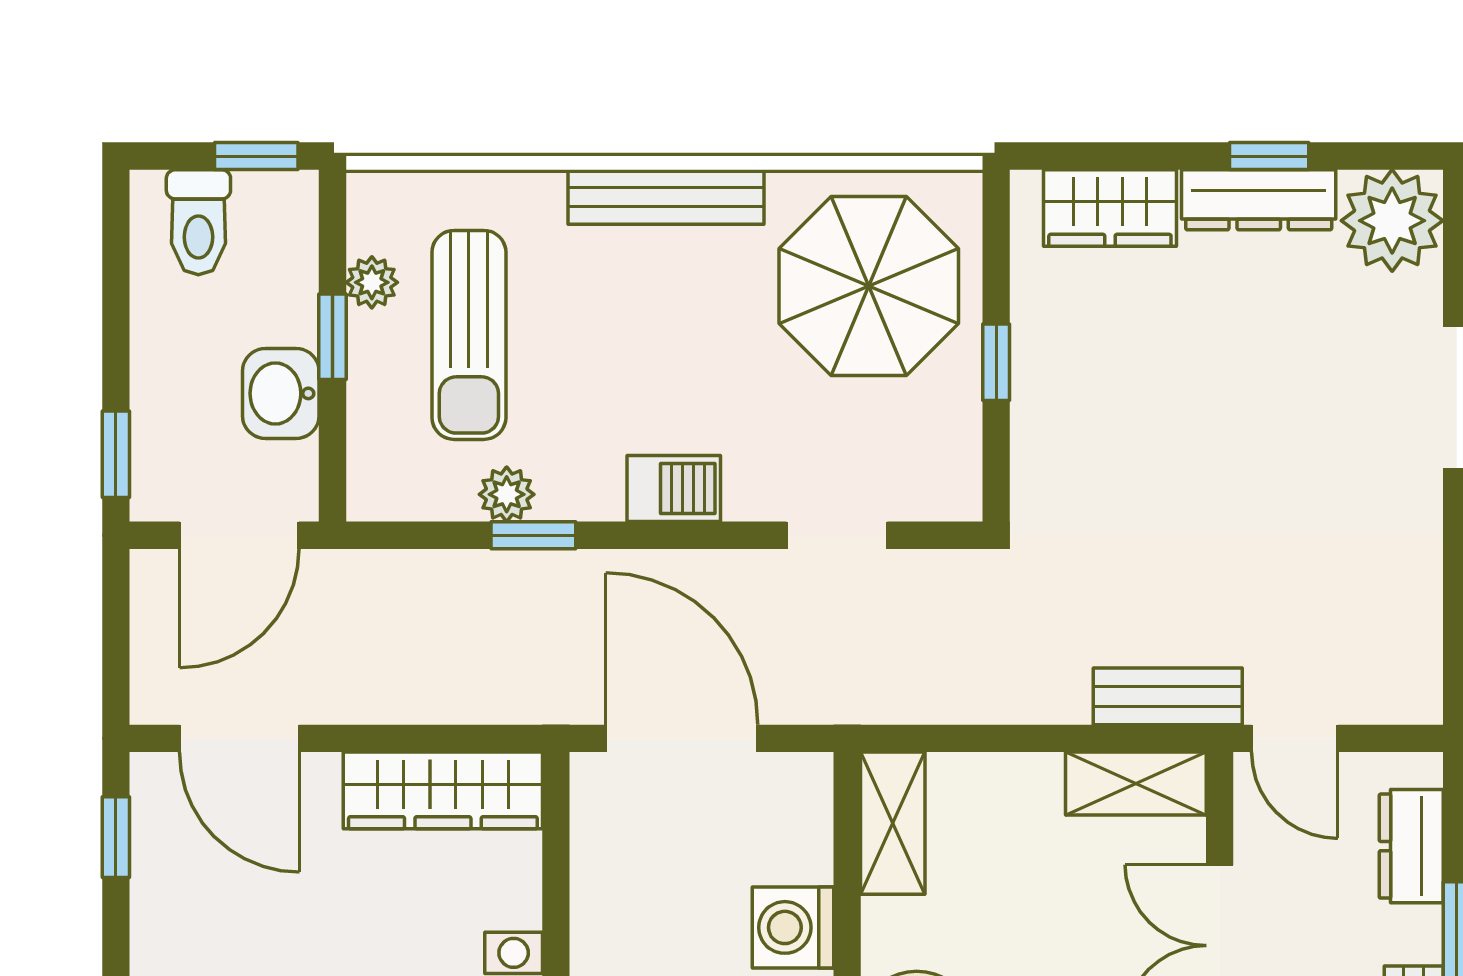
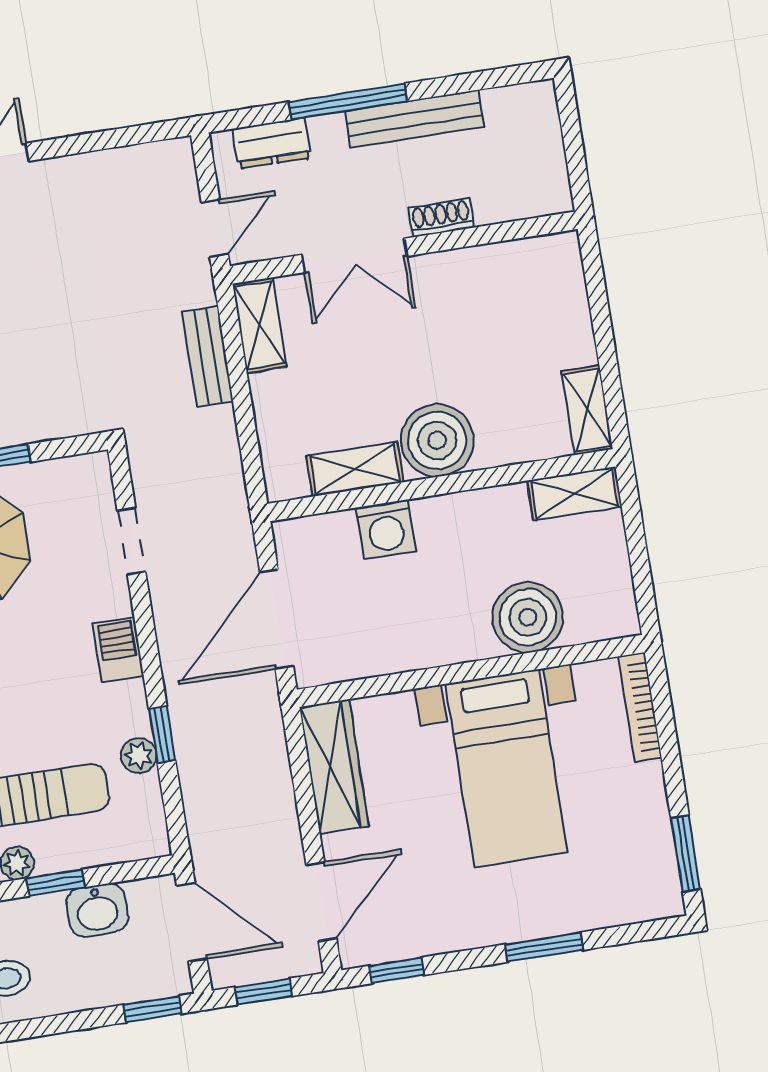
window: (116, 628) -> (264, 992), added
bench: (1168, 696) -> (208, 356), moved
shelving: (893, 823) -> (355, 469), moved

